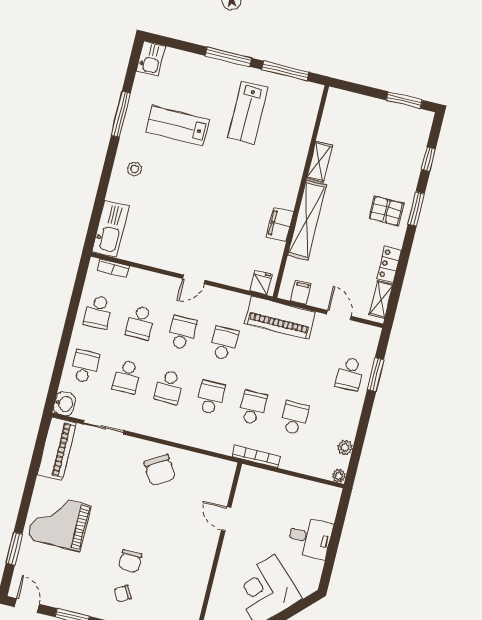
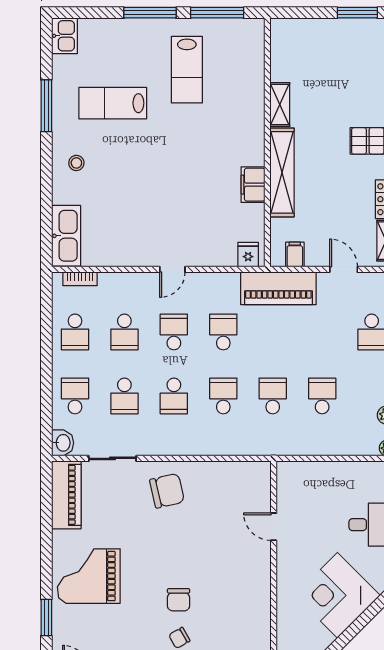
bookcase: (256, 456) -> (290, 449), removed
chair: (160, 470) -> (167, 491), moved, turned -71

